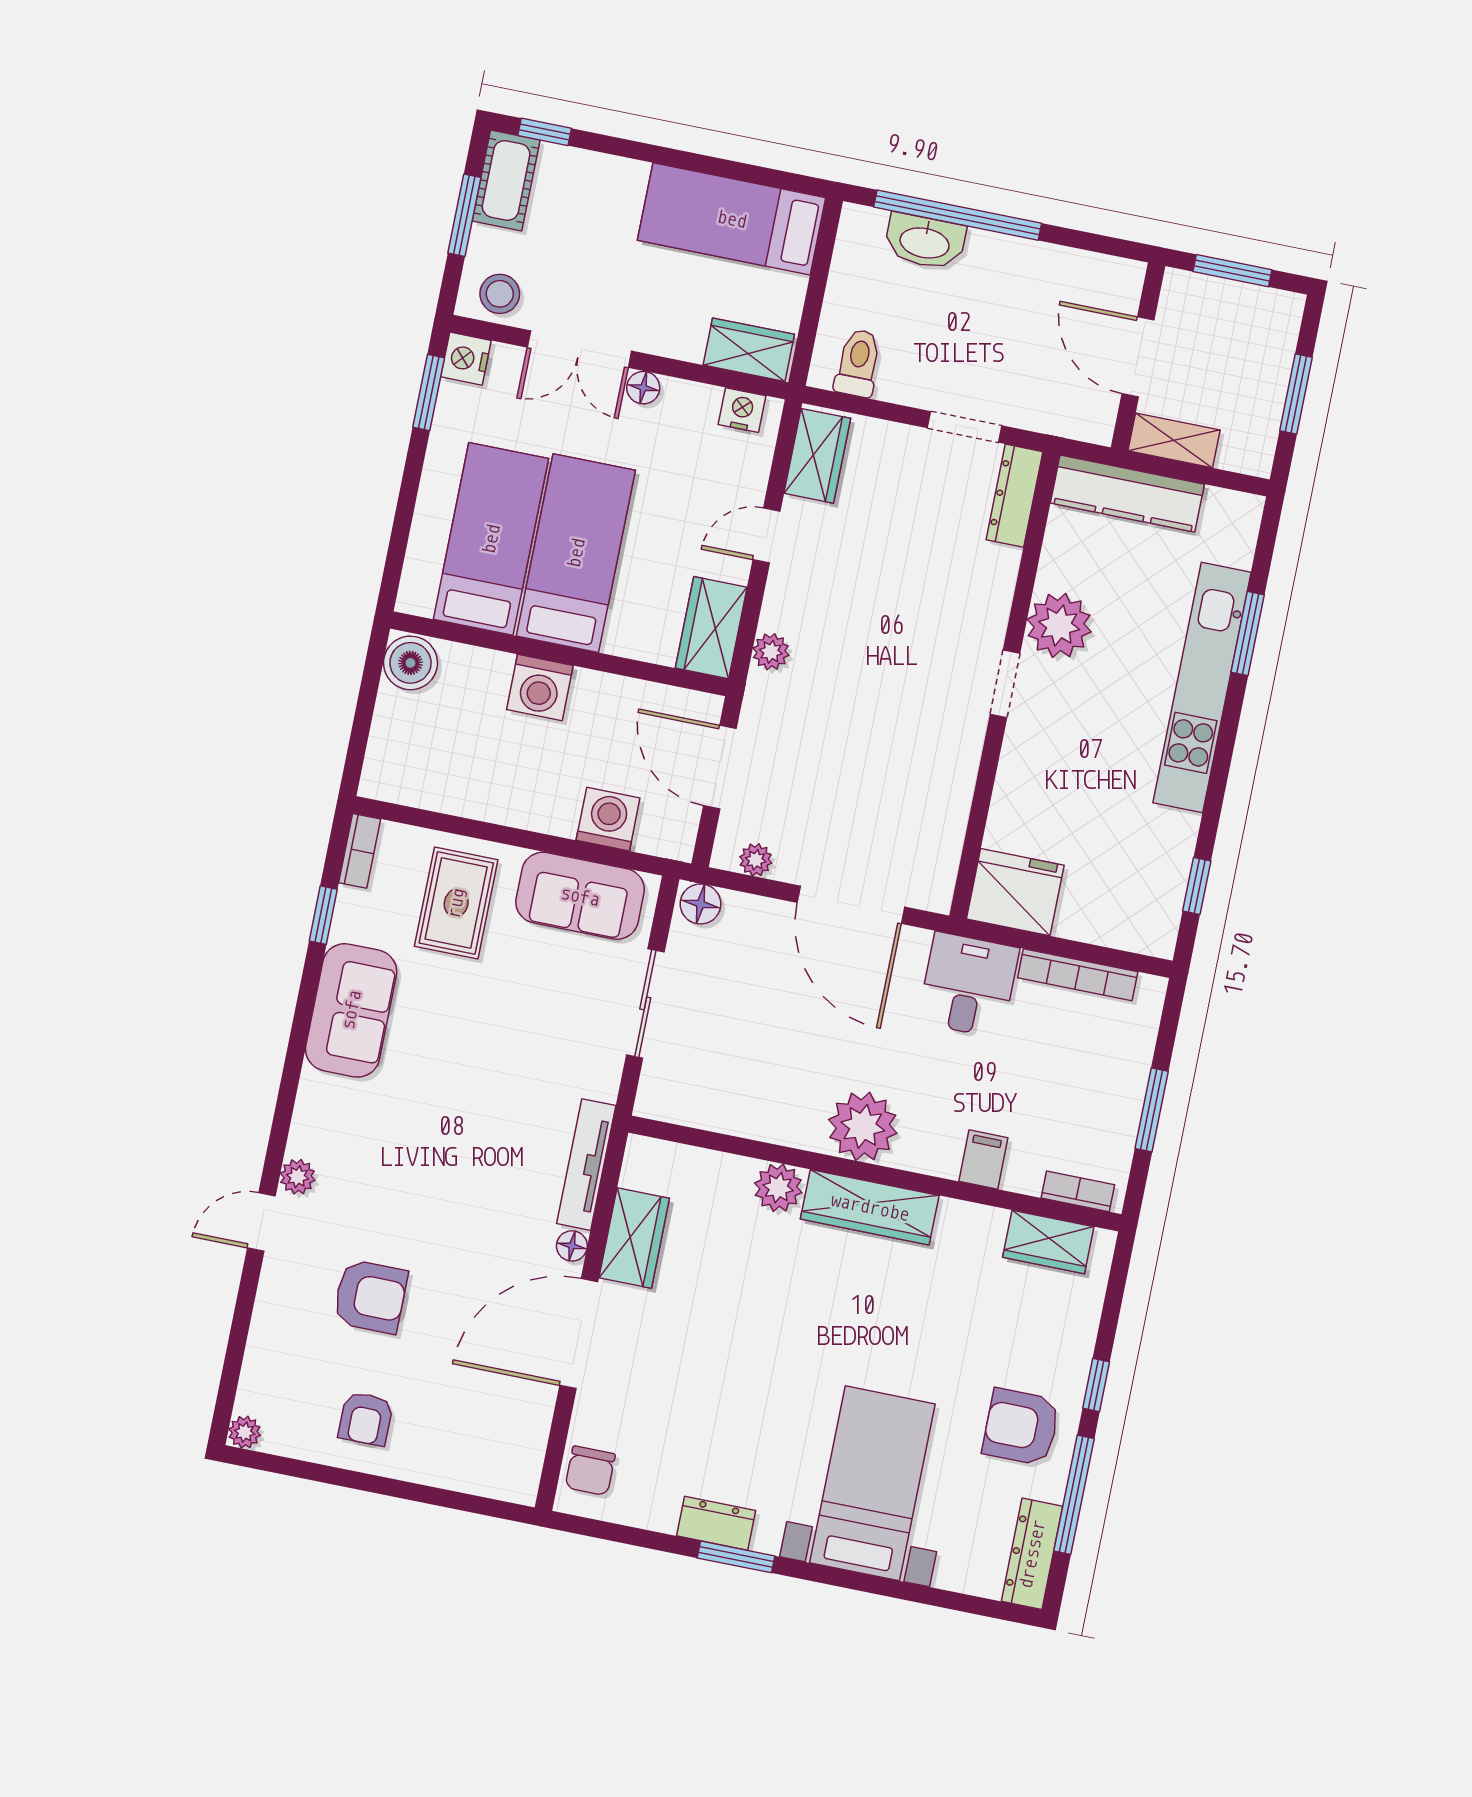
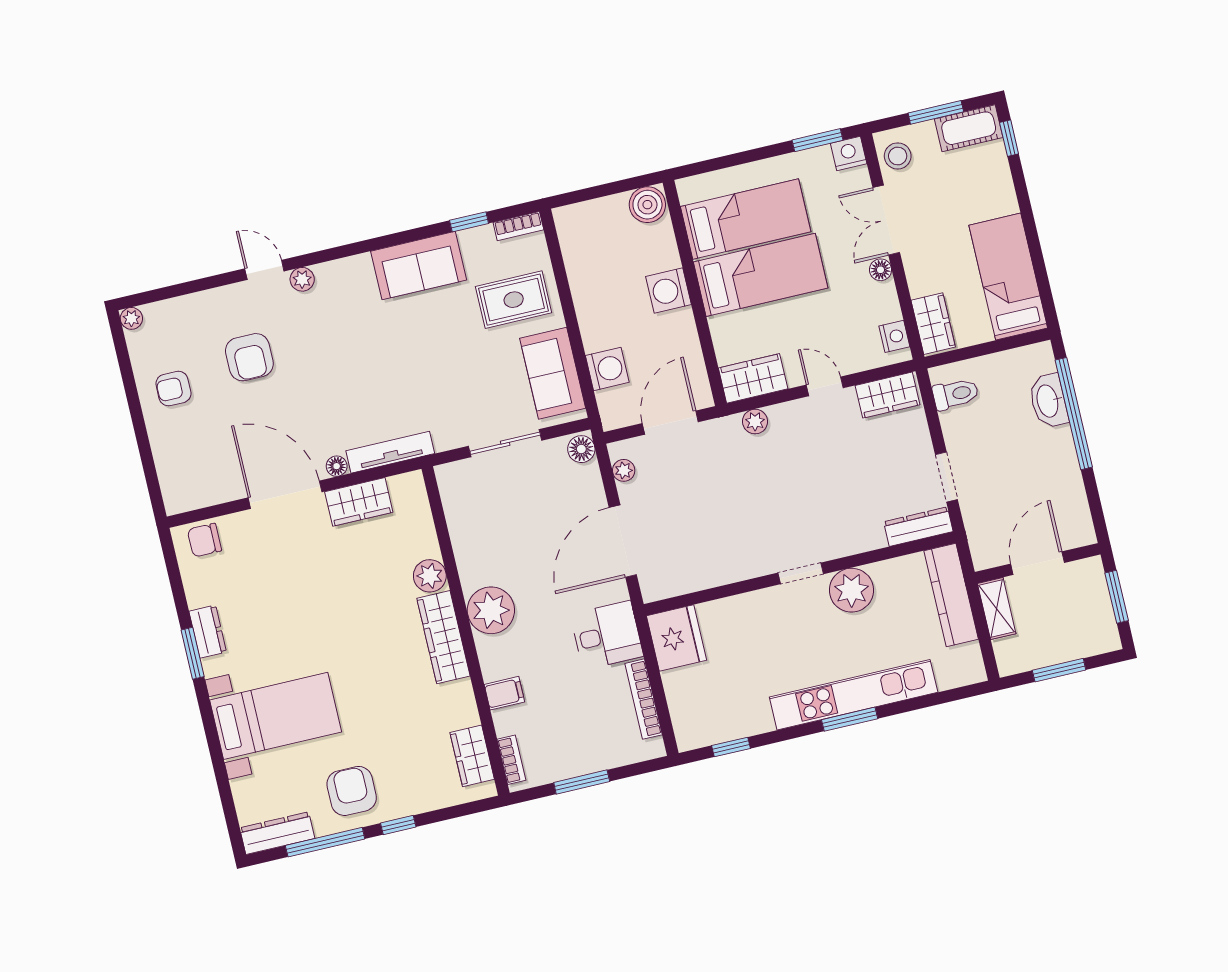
window: (1248, 633) -> (850, 719), moved

